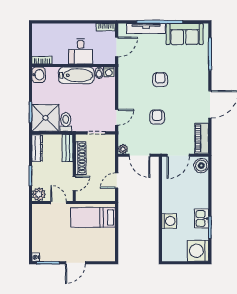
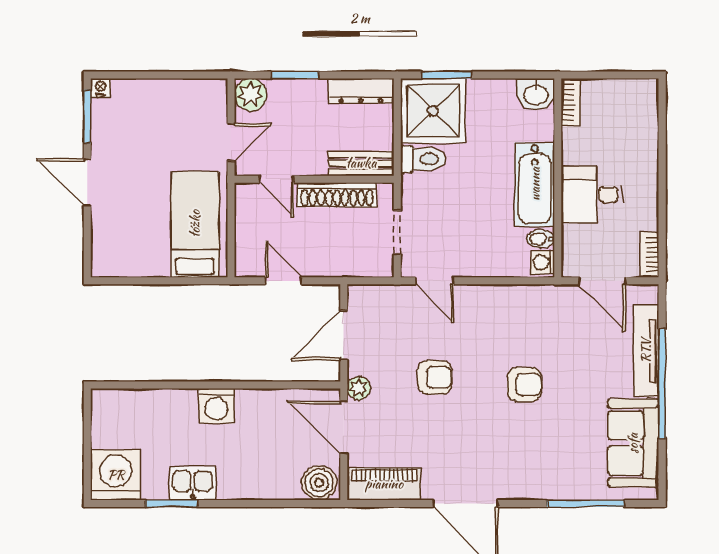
plant: (123, 149) -> (359, 388), moved
washing machine: (169, 221) -> (216, 406), moved

